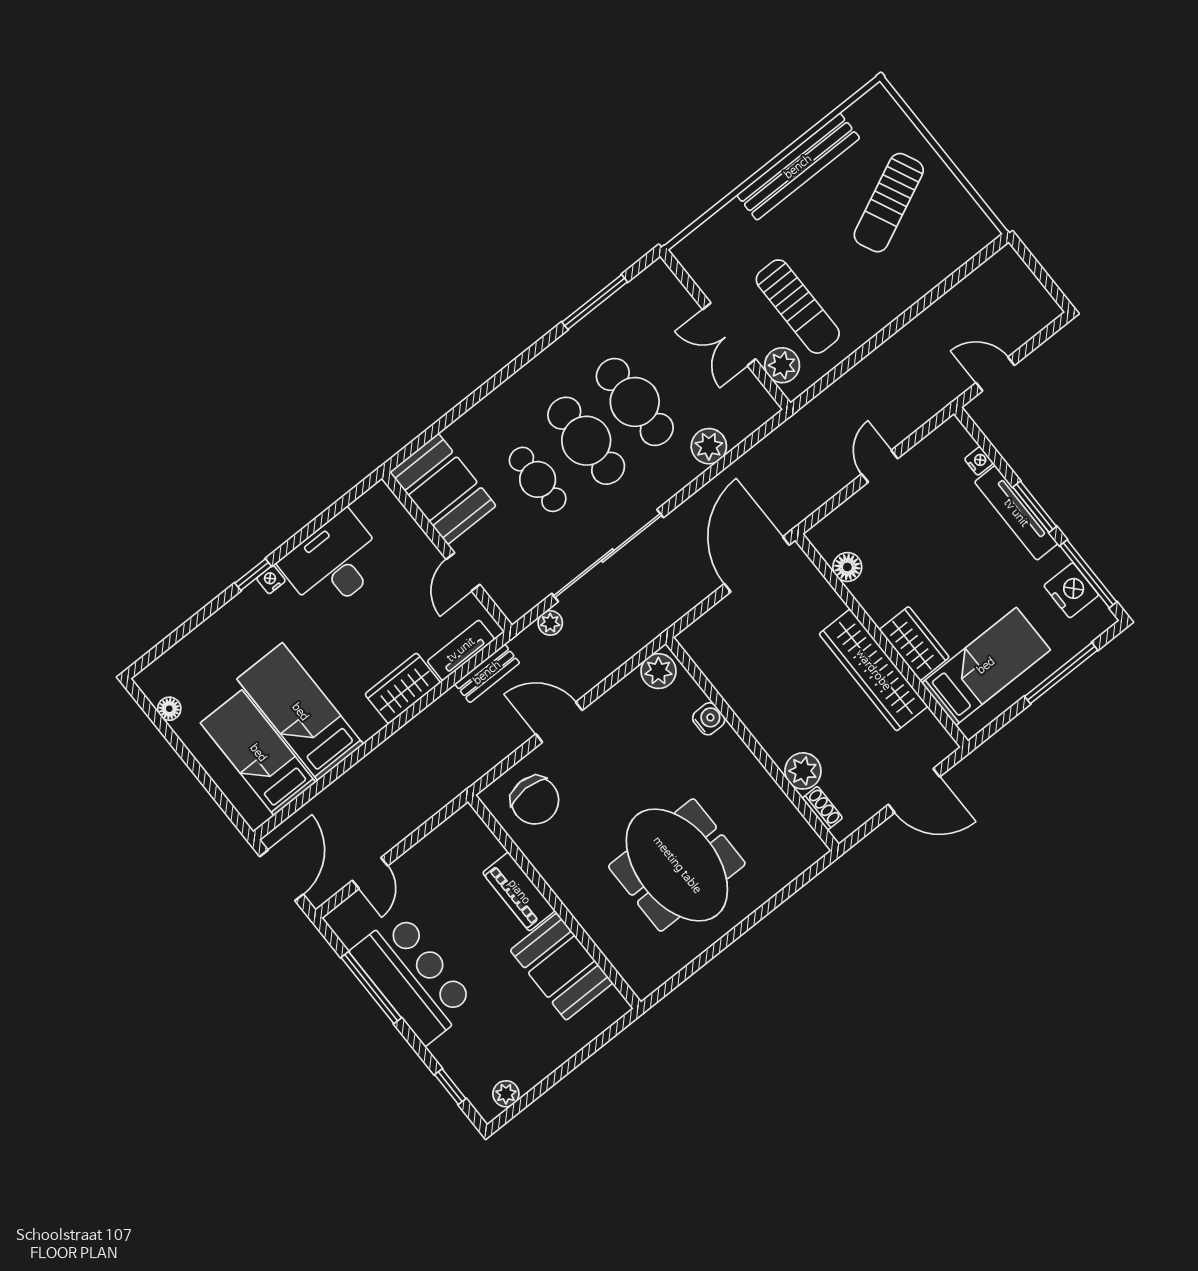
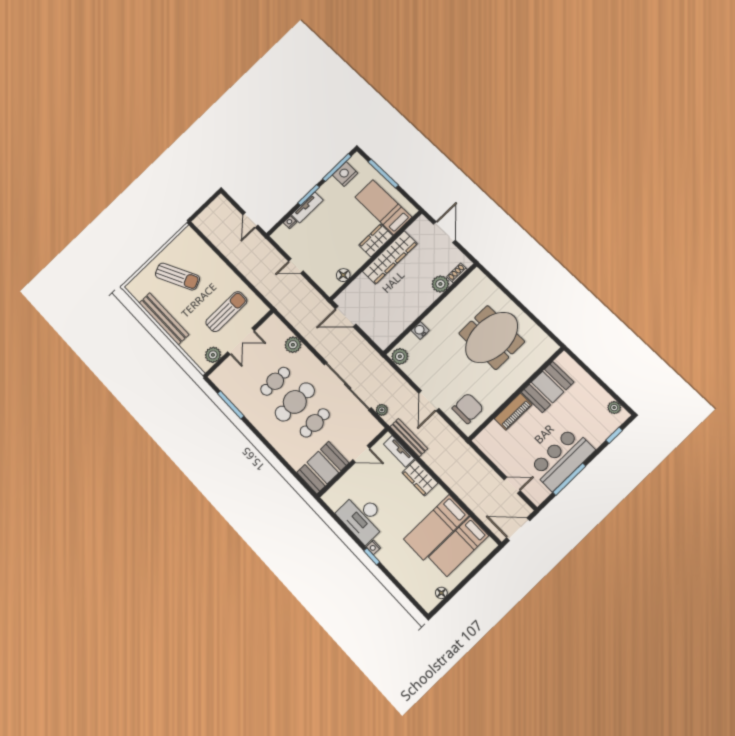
plant: (782, 365) -> (213, 355), moved
cafe table: (635, 402) -> (275, 381), width x0.73, depth x0.74
tv unit: (1016, 513) -> (307, 207), width x0.71
door: (757, 564) -> (346, 316), width x0.73
bench: (487, 673) -> (409, 438), width x1.36

